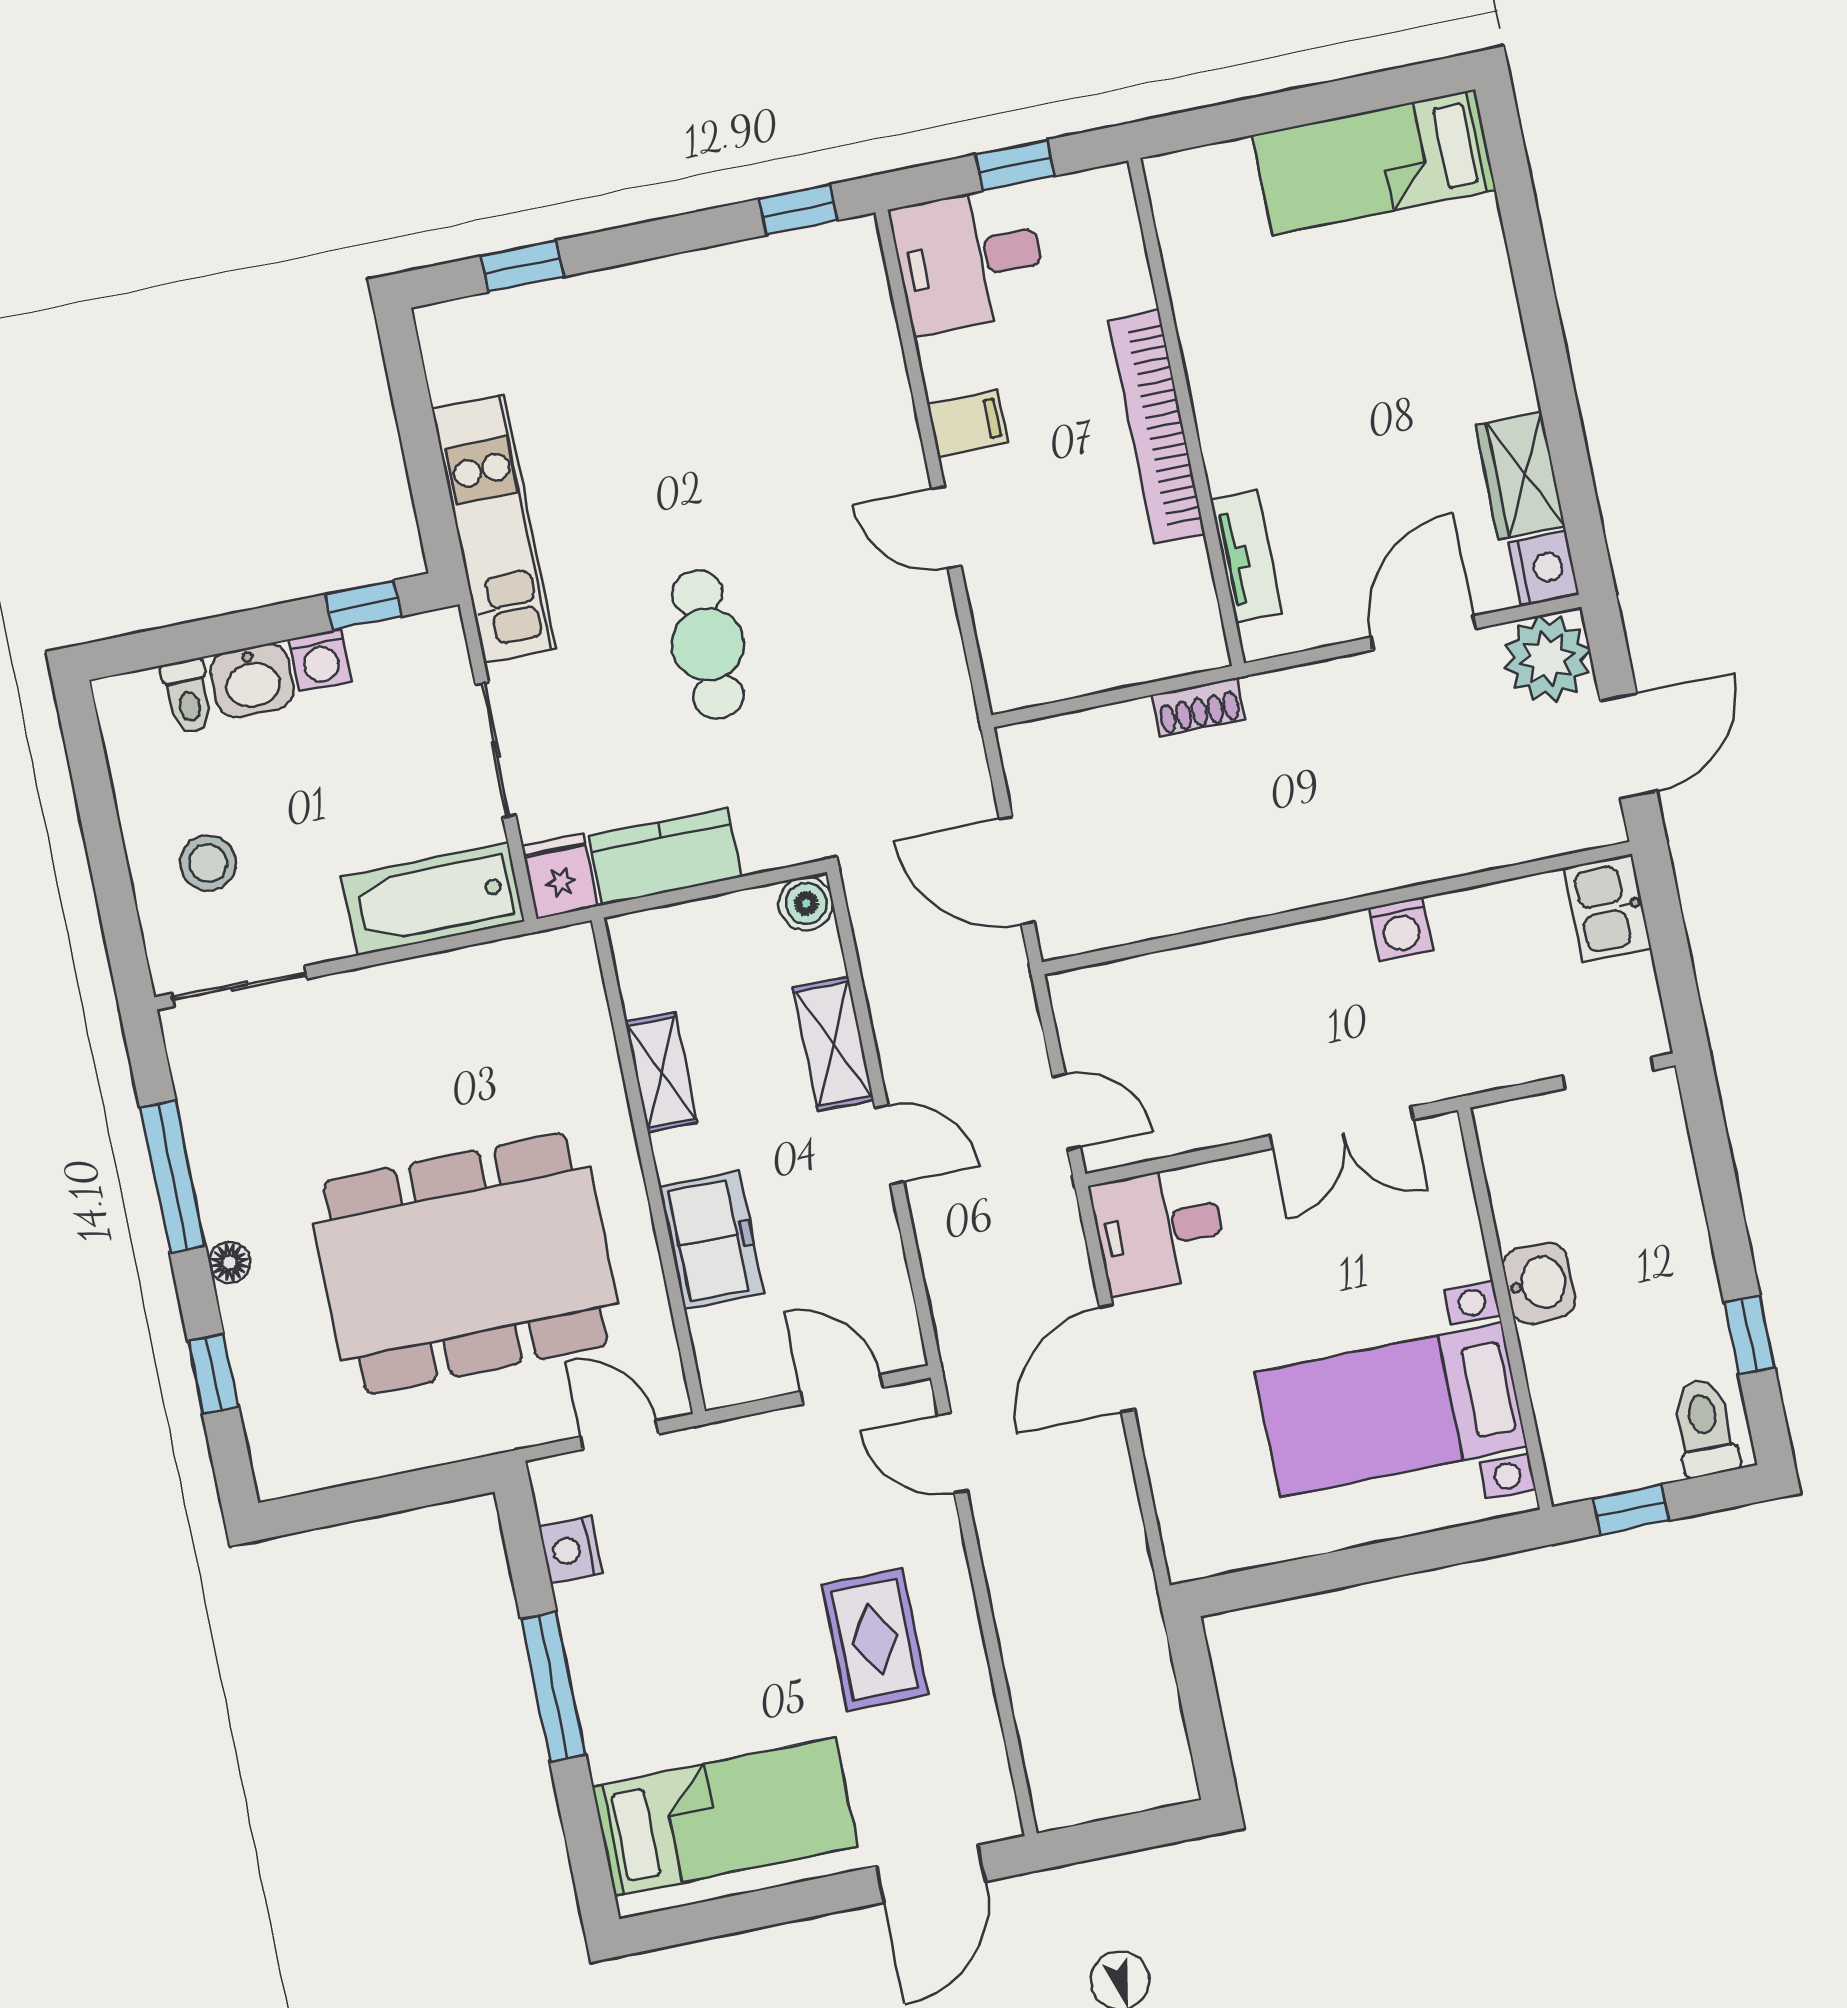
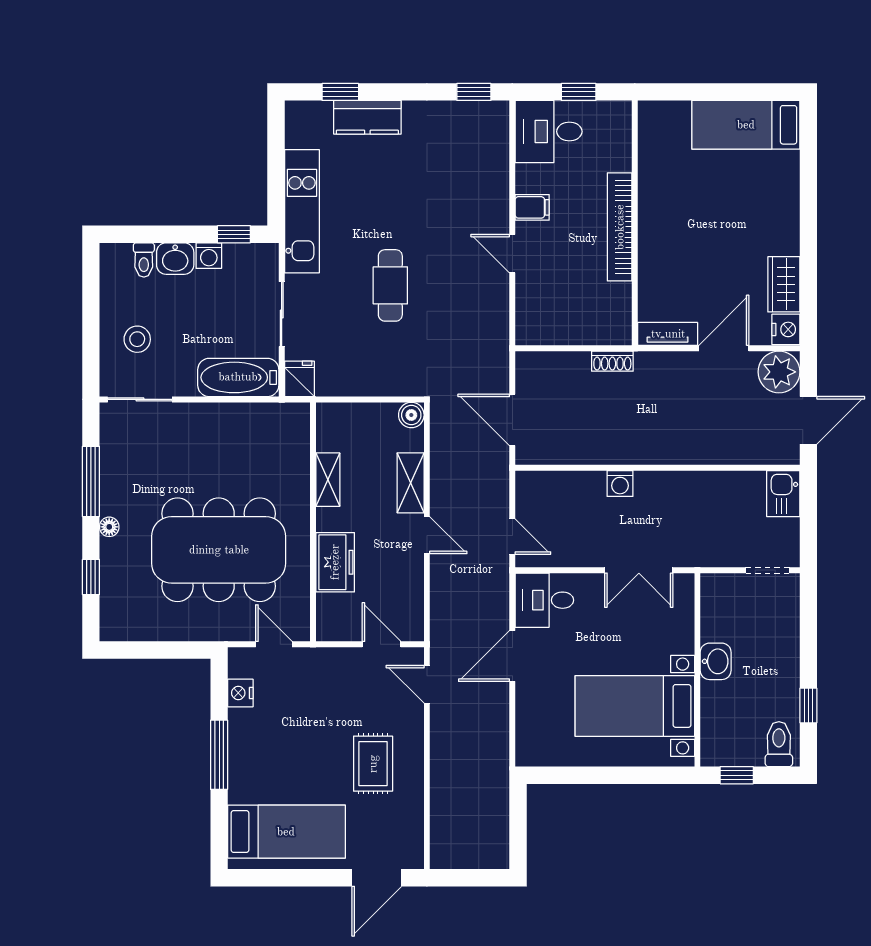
tv unit: (1246, 556) -> (668, 334), moved, turned -90
kitchen counter: (665, 856) -> (367, 117), moved, turned 180
washing machine: (1401, 929) -> (620, 484), moved

